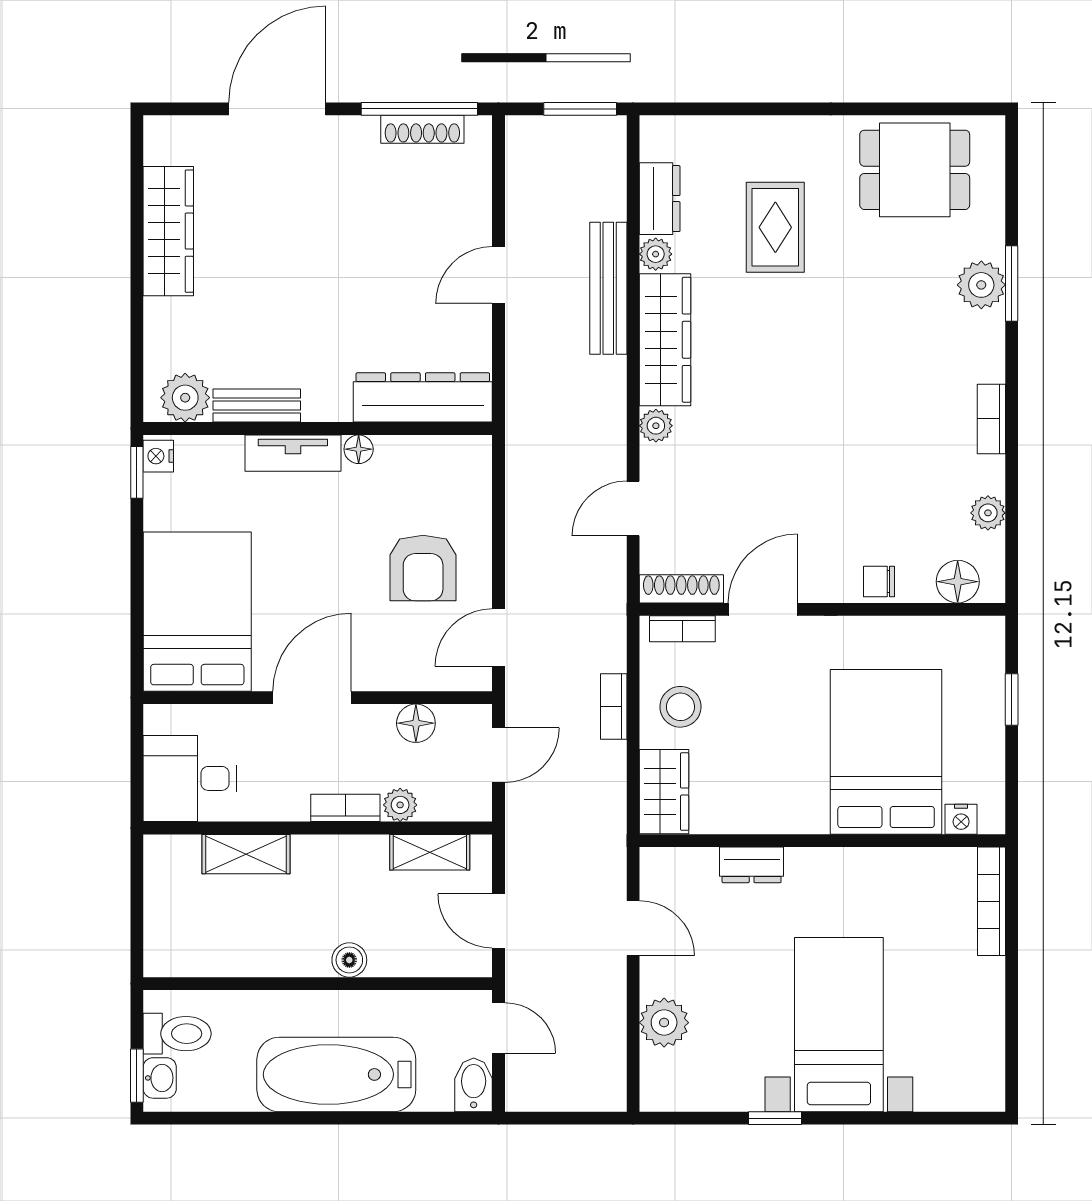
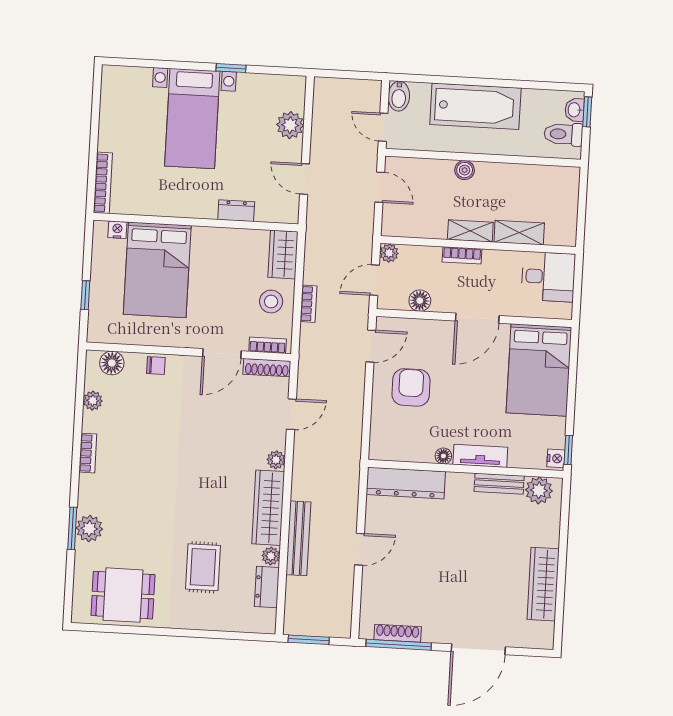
plant: (400, 805) -> (389, 253), moved
shelving: (430, 852) -> (470, 231), moved

